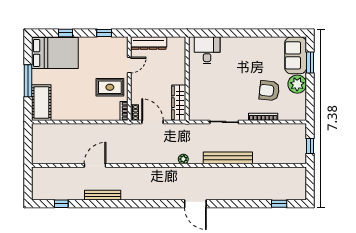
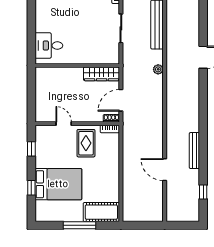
dresser: (149, 43) -> (41, 104), removed
bed: (55, 53) -> (58, 184), moved, turned 90
door: (95, 165) -> (165, 170), moved

